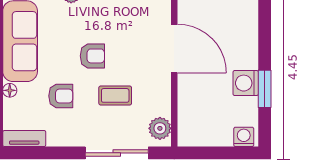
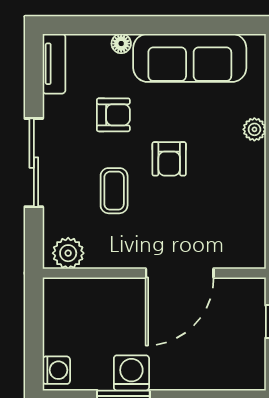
armchair: (61, 96) -> (113, 115), turned -90
sliding door: (117, 153) -> (34, 163), moved

